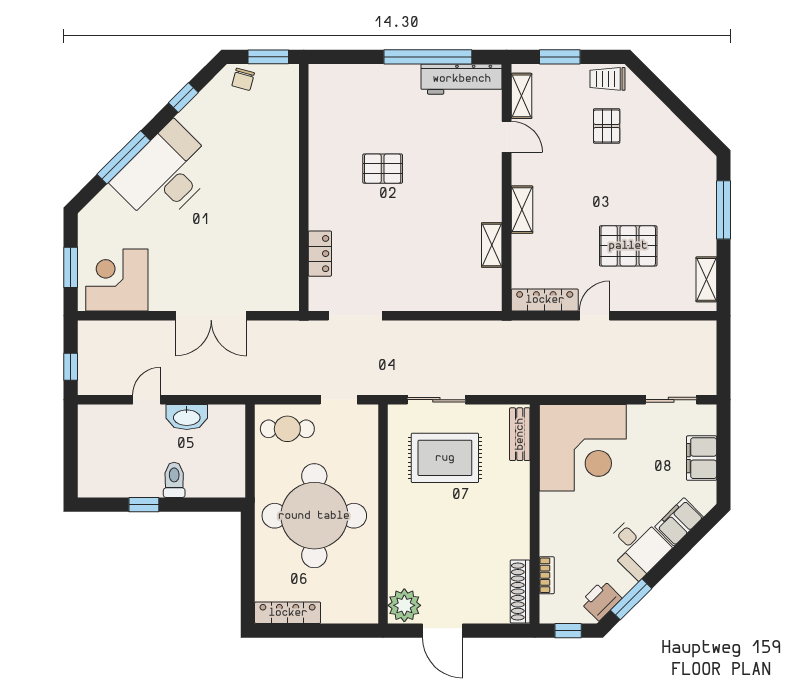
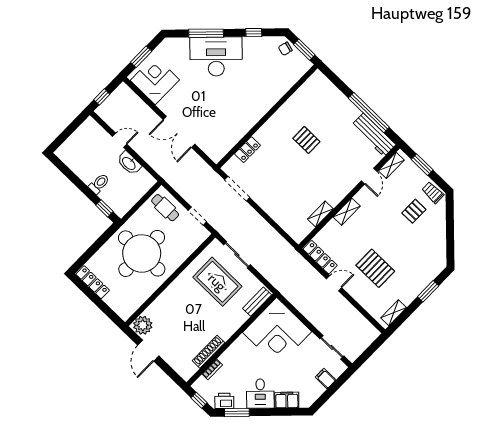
window: (724, 210) -> (428, 291), width x0.69
filing cabinet: (702, 458) -> (326, 379), width x0.50
window: (144, 505) -> (104, 208), moved
shoe rack: (520, 591) -> (208, 352), moved

